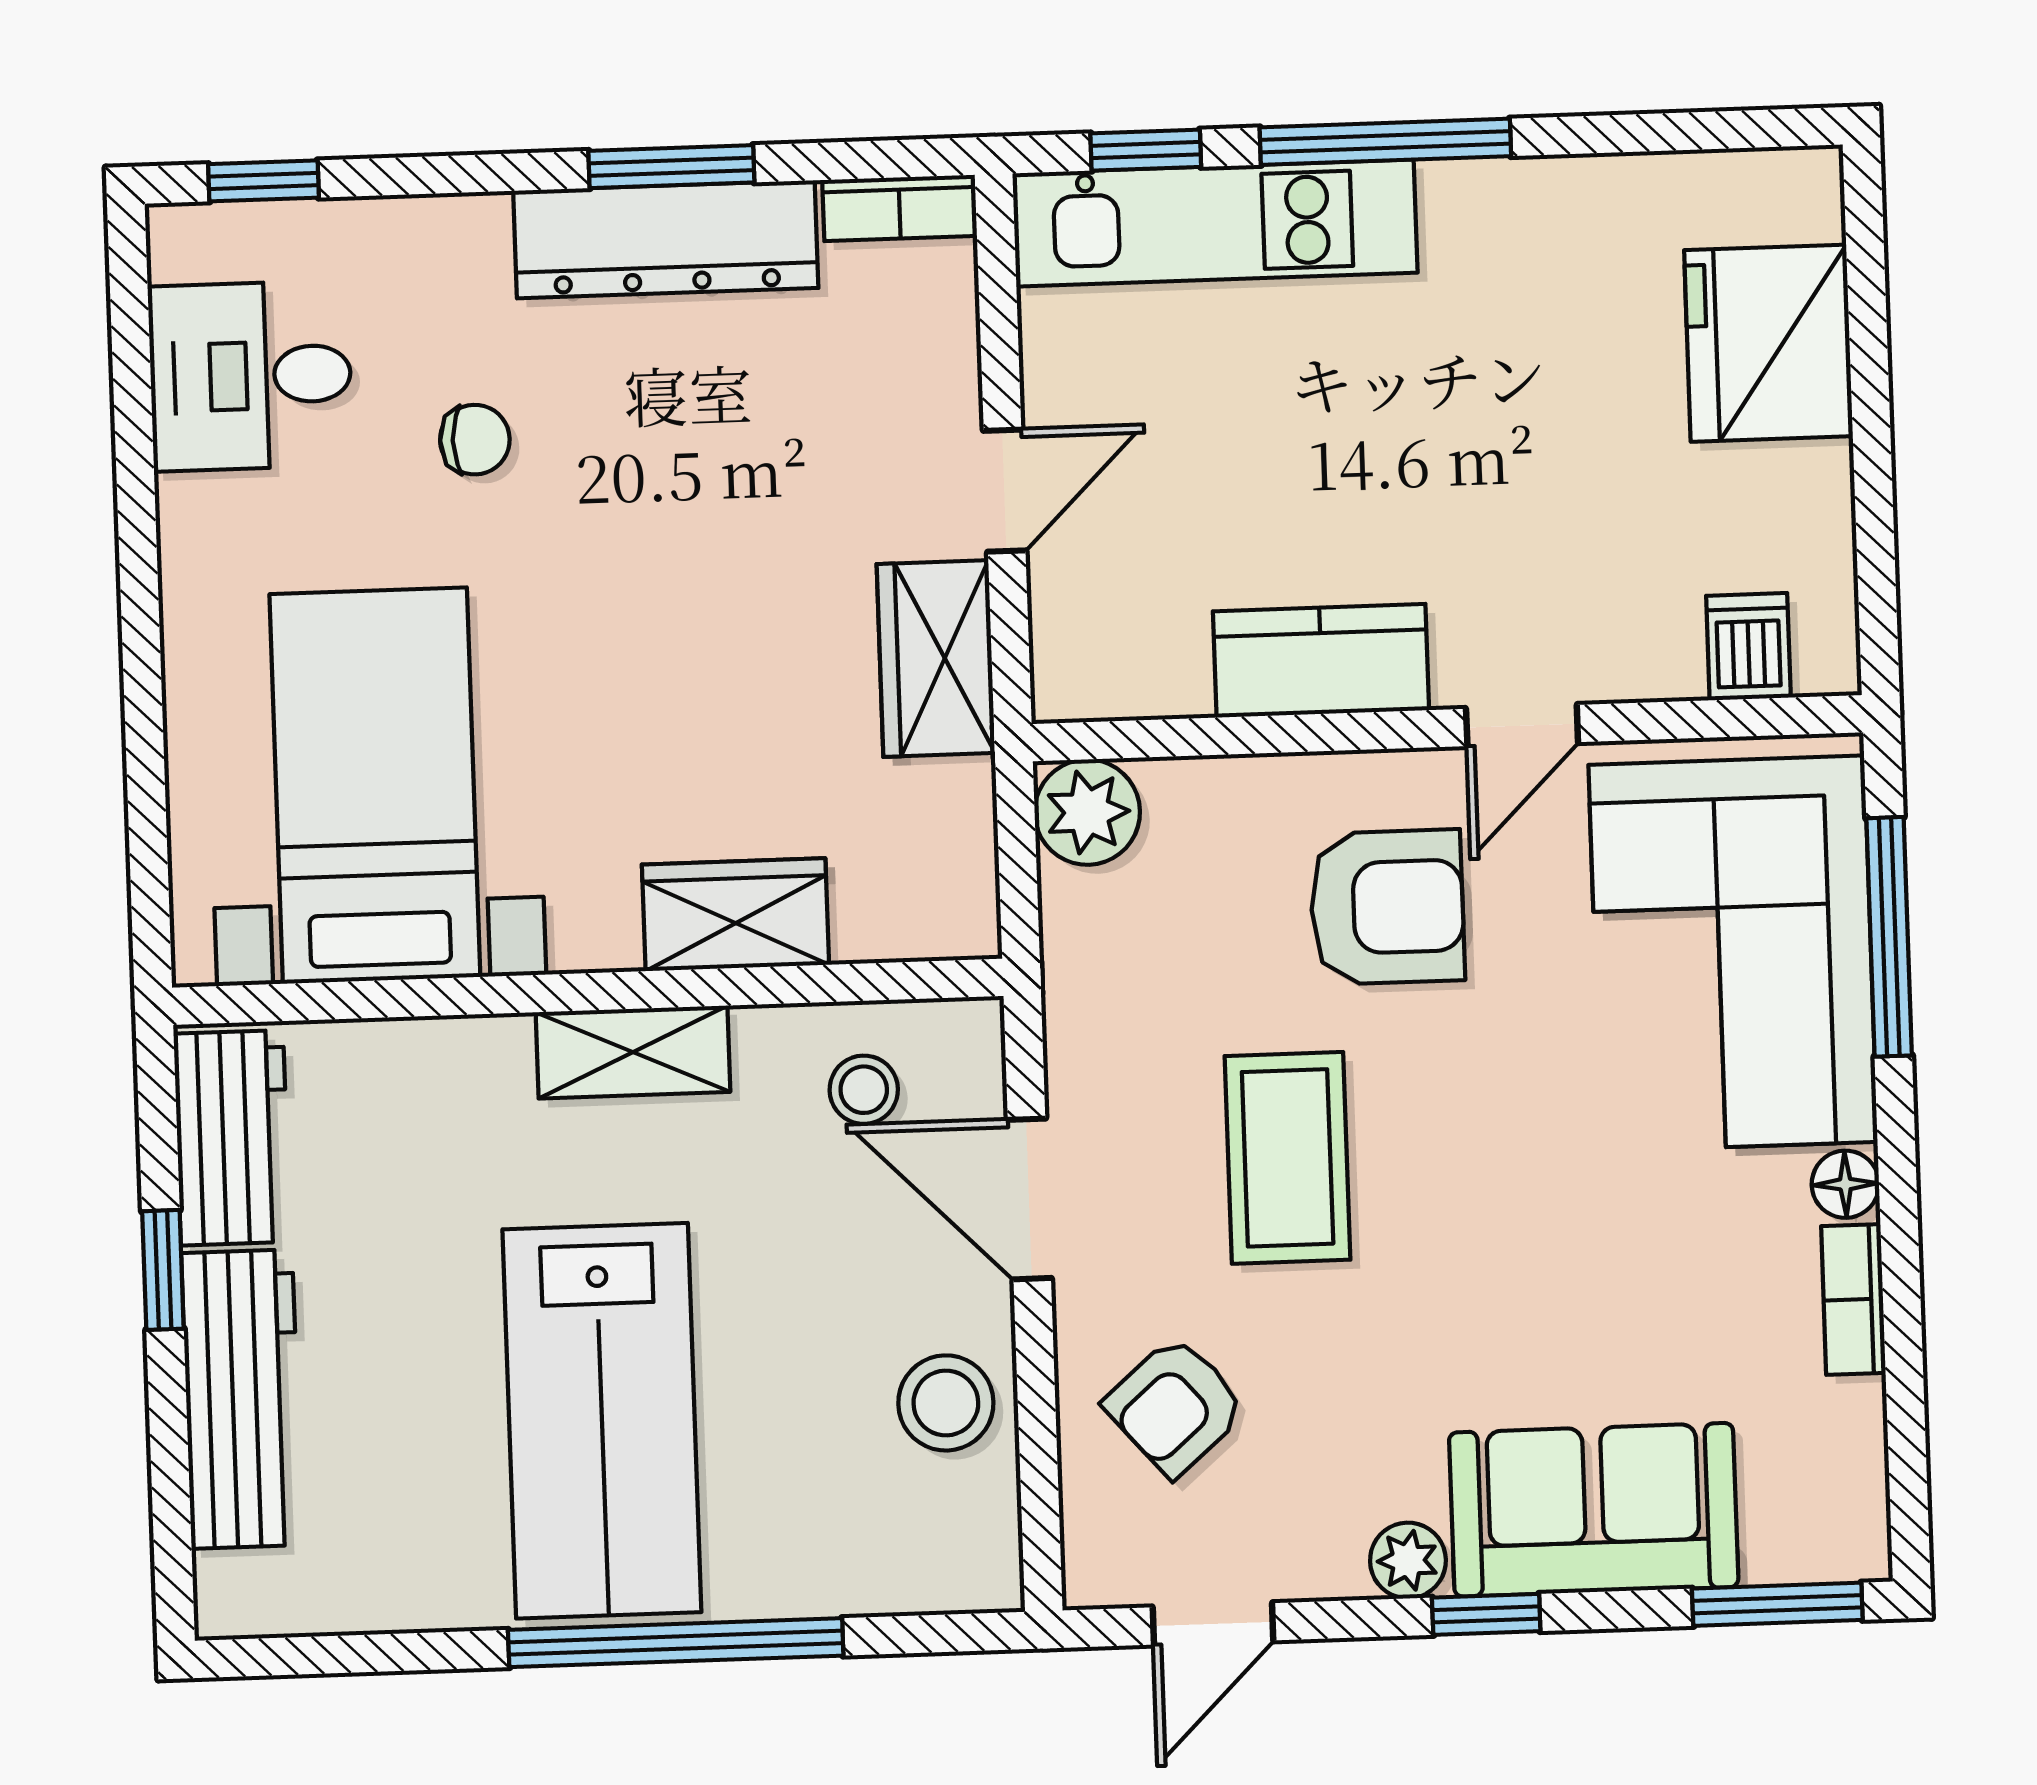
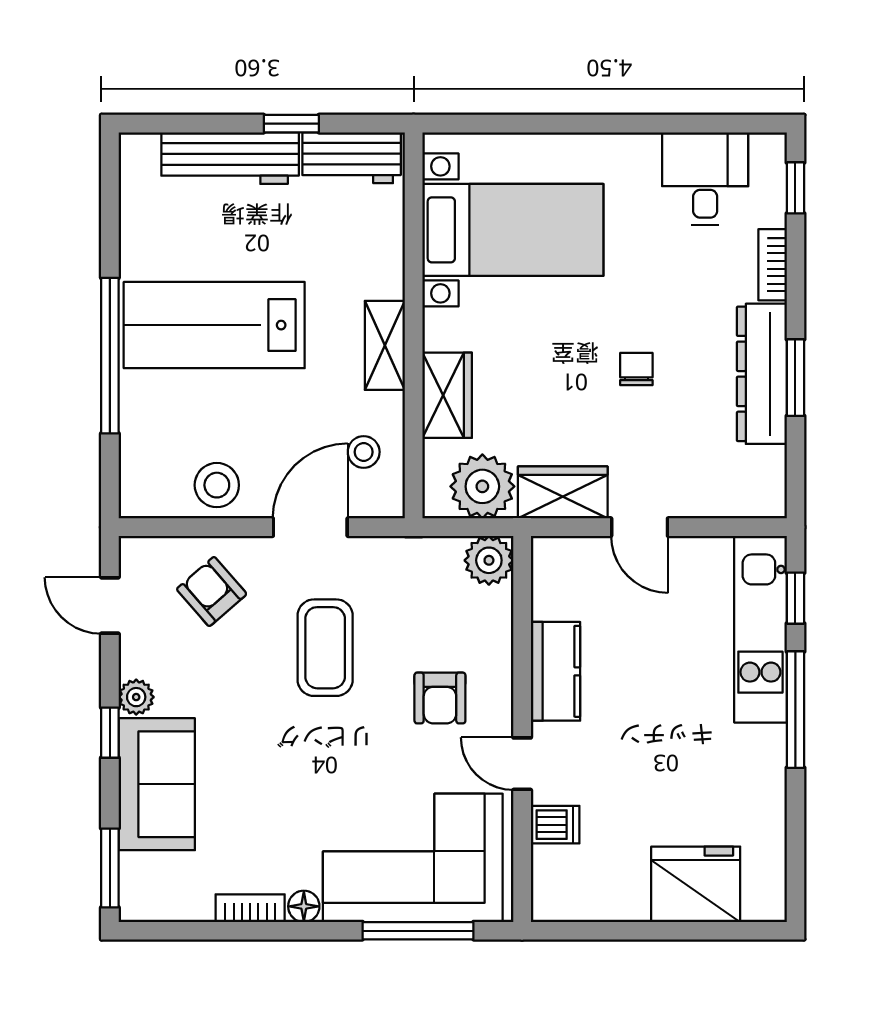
bookcase: (900, 208) -> (773, 265), moved
chair: (475, 440) -> (636, 369), moved, turned 180
dishwasher: (1748, 647) -> (555, 825), moved
plant: (929, 832) -> (482, 486), added
armchair: (1387, 907) -> (440, 698), width x0.72, depth x0.72
coffee table: (1288, 1158) -> (325, 648), turned 90

